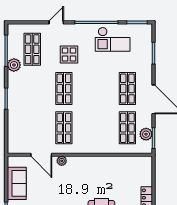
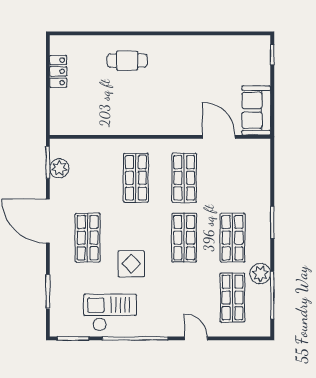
door: (56, 22) -> (196, 338), swing flipped
display table: (69, 54) -> (131, 264), moved
shop shelf: (32, 89) -> (232, 238), added
shop shelf: (127, 128) -> (136, 178), moved
plant: (62, 161) -> (188, 128), removed
sofa: (17, 183) -> (256, 110), moved

